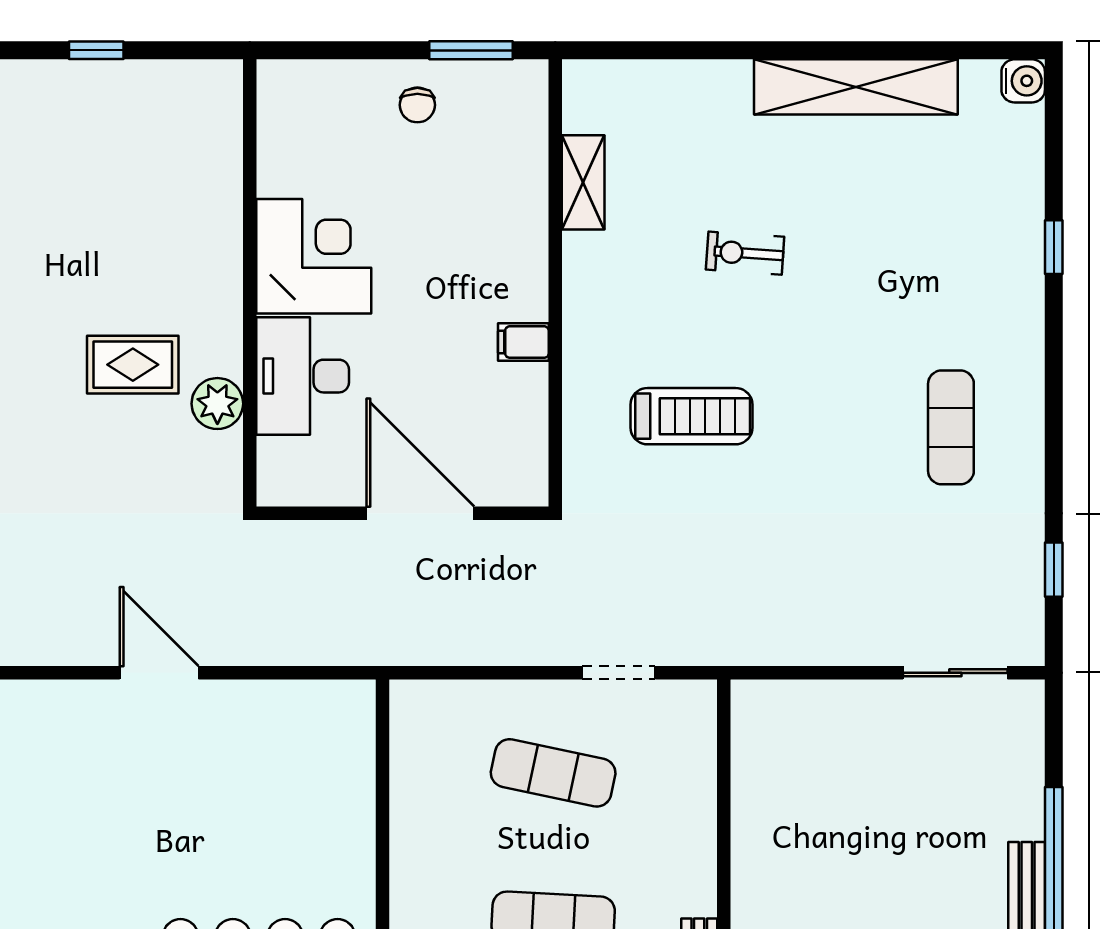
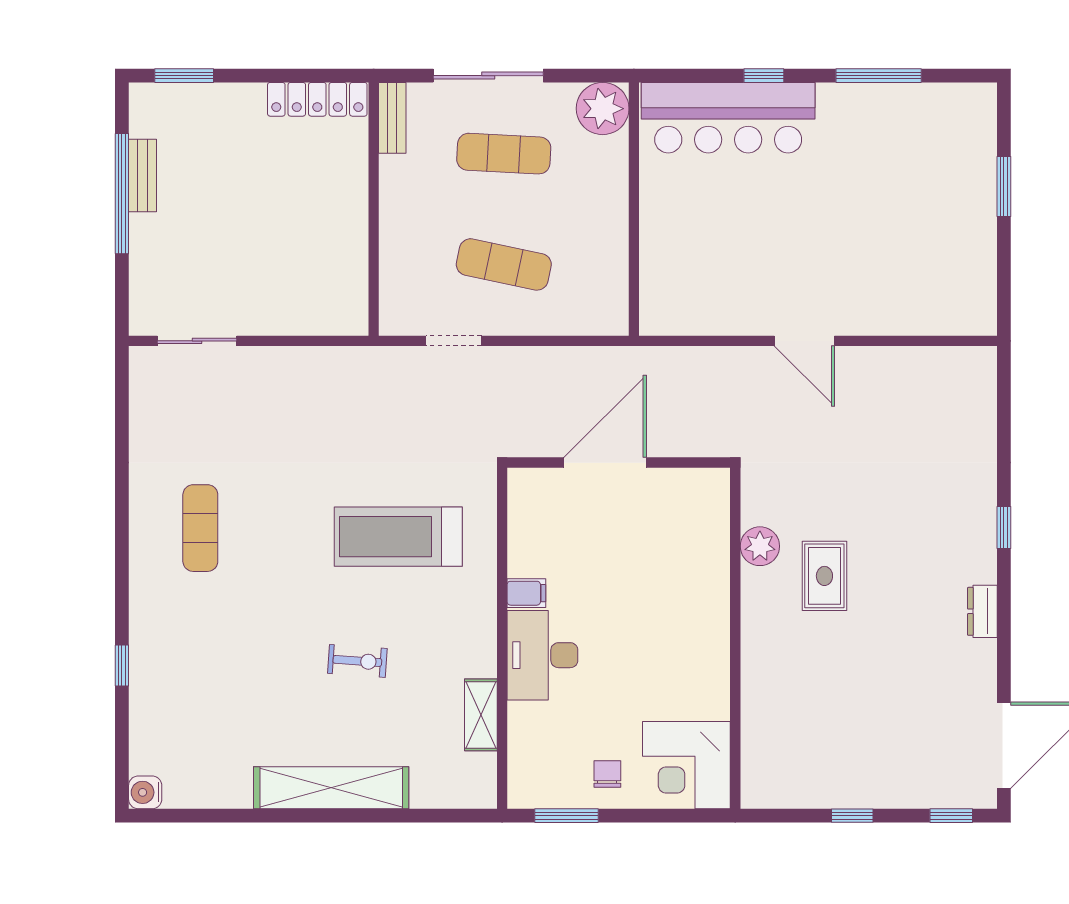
shelving: (856, 87) -> (331, 788), moved
corner desk: (314, 256) -> (686, 765), moved
rug: (133, 365) -> (824, 576), turned 90
desk: (303, 376) -> (542, 655), moved, turned 180
treadmill: (691, 416) -> (398, 537), width x1.37, depth x1.38
door: (420, 513) -> (605, 463), swing flipped
window: (1054, 570) -> (122, 420), removed

